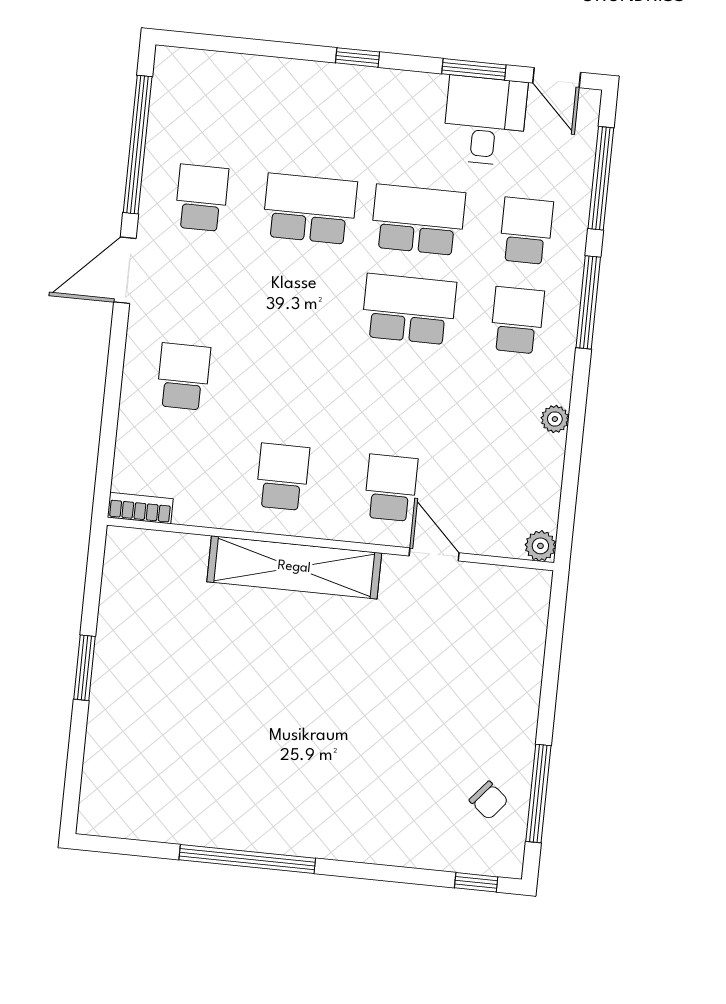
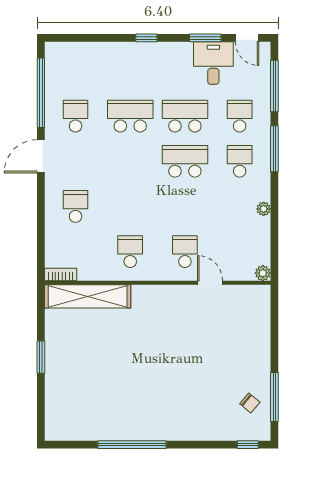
shelving: (294, 567) -> (88, 296), moved

